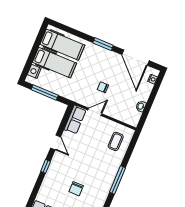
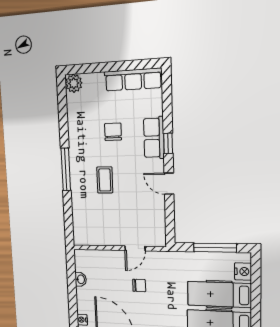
row of seats: (75, 120) -> (154, 138), moved
coffee table: (116, 141) -> (105, 180), moved

